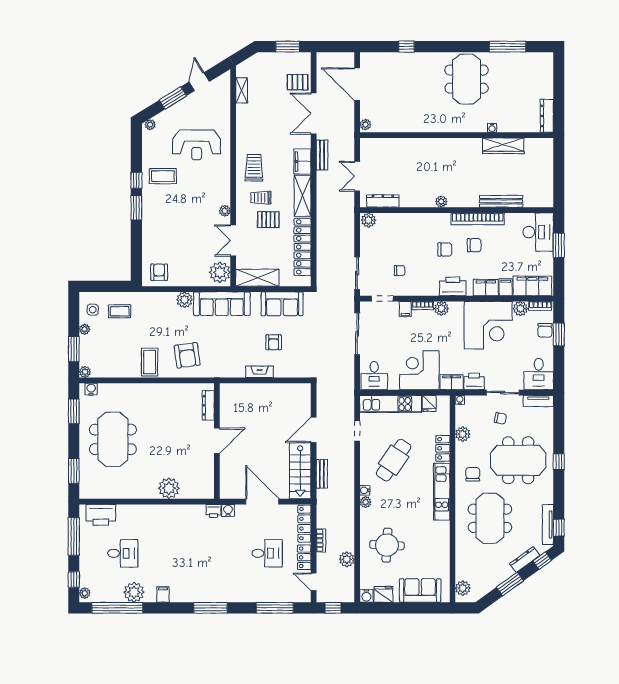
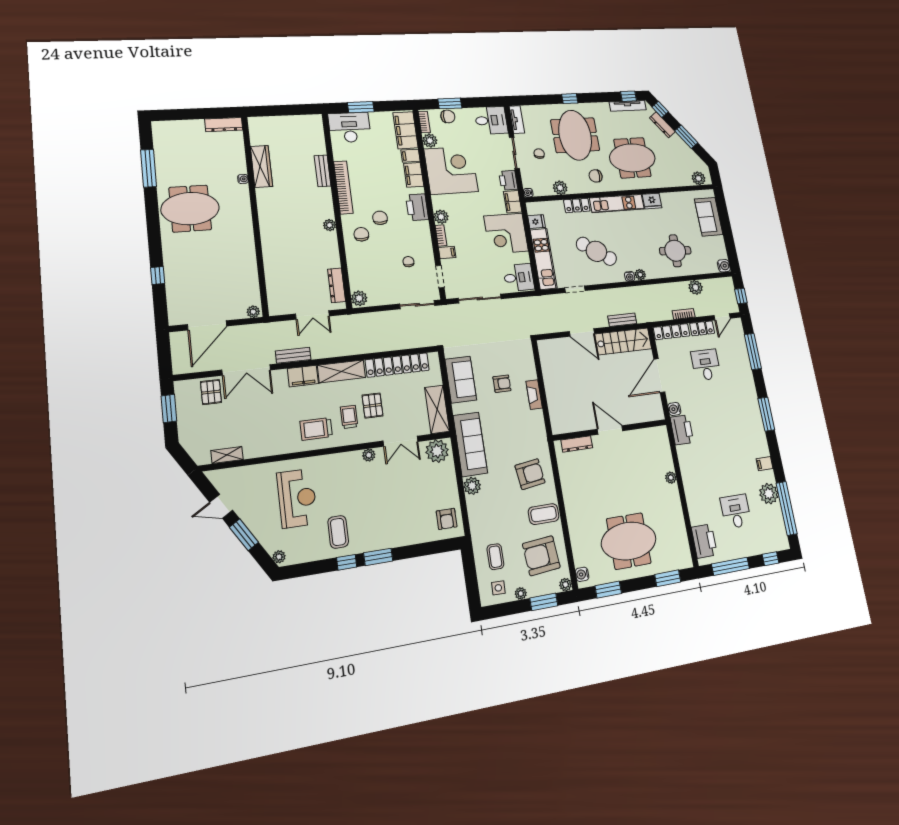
trolley: (261, 198) -> (349, 417), turned 180
bench: (501, 201) -> (323, 171), width x0.73
chair: (474, 245) -> (361, 234), moved
armchair: (159, 272) -> (447, 519), turned -90
armchair: (114, 354) -> (541, 556), added
plant: (169, 488) -> (671, 478), width x0.53, depth x0.53
printer: (214, 511) -> (682, 430), width x1.87, depth x1.48
plant: (85, 593) -> (781, 545), removed
fridge: (383, 594) -> (652, 201), moved, turned -90

